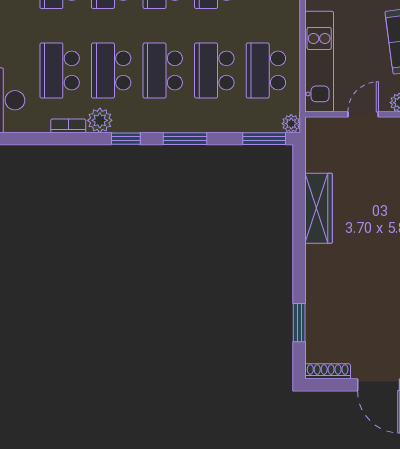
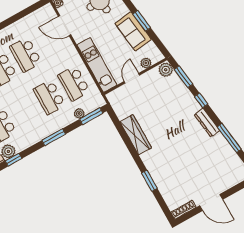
school desk: (163, 71) -> (25, 111), removed
plant: (291, 124) -> (79, 114), moved
window: (126, 139) -> (13, 160), moved
window: (299, 323) -> (149, 181), moved

